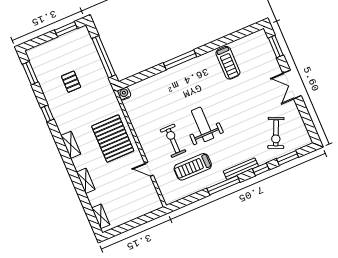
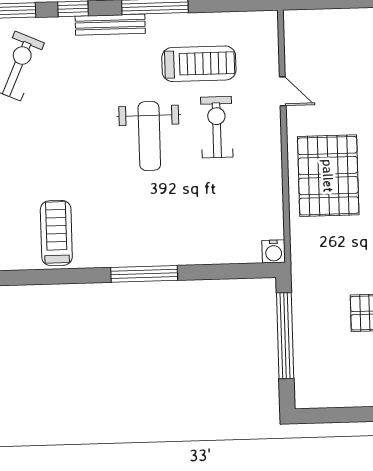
window: (66, 29) -> (336, 415), removed
exercise bike: (173, 141) -> (217, 127), turned 180

